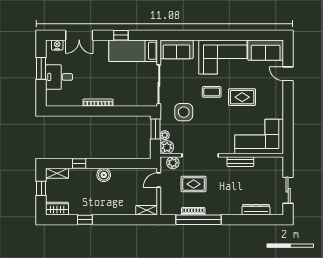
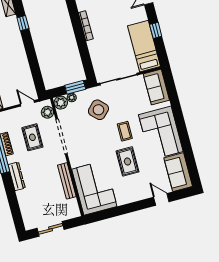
door: (288, 74) -> (161, 199), hinge flipped
side table: (184, 112) -> (98, 110), turned 45
bench: (240, 162) -> (67, 181), width x1.36
boiler: (104, 175) -> (18, 50), removed
dresser: (256, 210) -> (17, 176), moved

